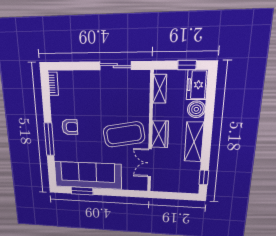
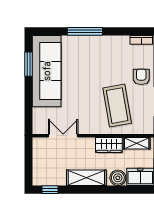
armchair: (70, 127) -> (141, 77), moved, turned 180
coffee table: (124, 134) -> (117, 106), moved
wardrobe: (160, 134) -> (109, 145), moved

